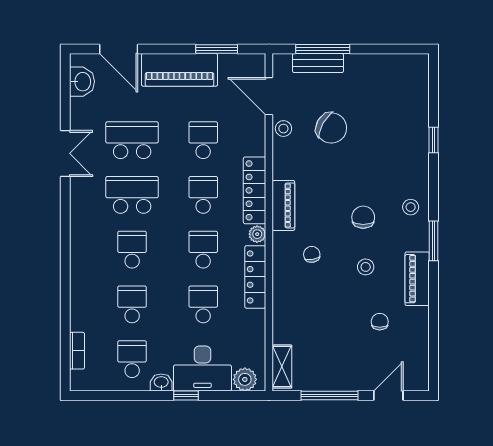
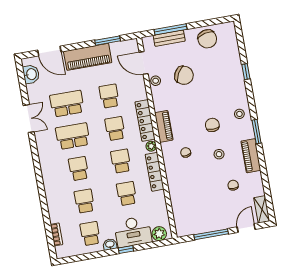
chair: (380, 75) -> (207, 39), added
shelving: (282, 367) -> (262, 209), moved

